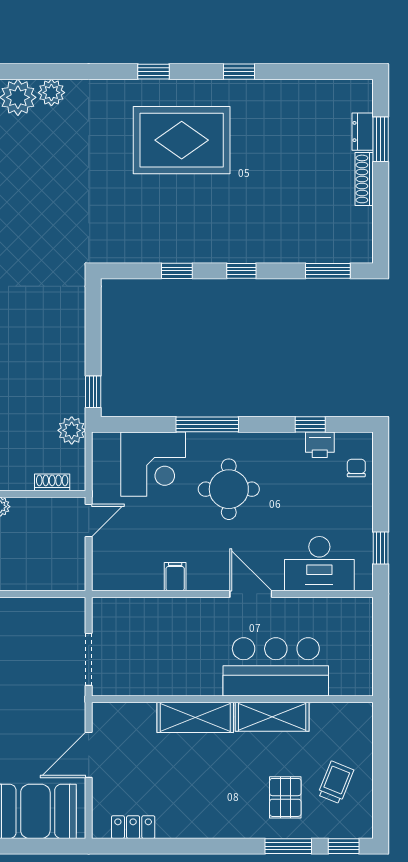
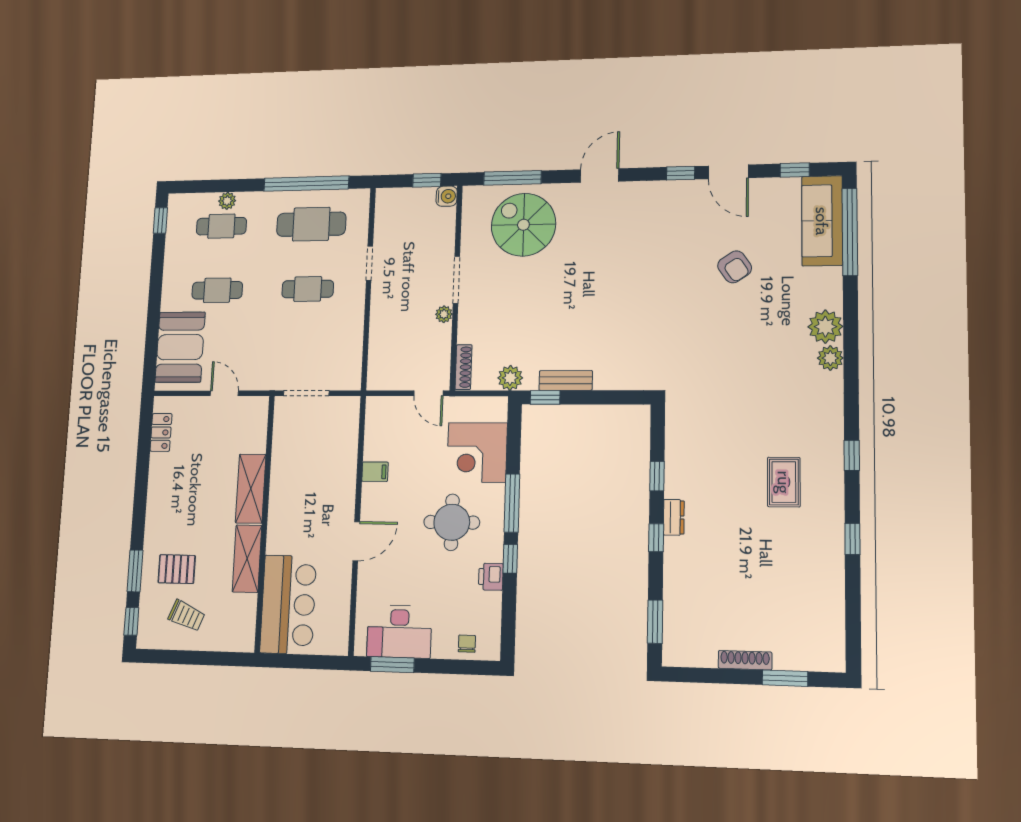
dresser: (363, 132) -> (674, 517), moved, turned 90
rug: (182, 140) -> (784, 482), width x0.54, depth x0.49
bench: (75, 370) -> (566, 380), added
window: (310, 424) -> (510, 559), moved
printer: (320, 445) -> (491, 577), moved
chair: (356, 468) -> (467, 644), turned -90
shoe rack: (52, 482) -> (464, 367), width x1.43
window: (381, 548) -> (392, 665), width x1.50
desk: (319, 564) -> (399, 632), moved, turned -90
bar counter: (276, 667) -> (288, 605), moved
door: (89, 755) -> (224, 393), width x0.73

